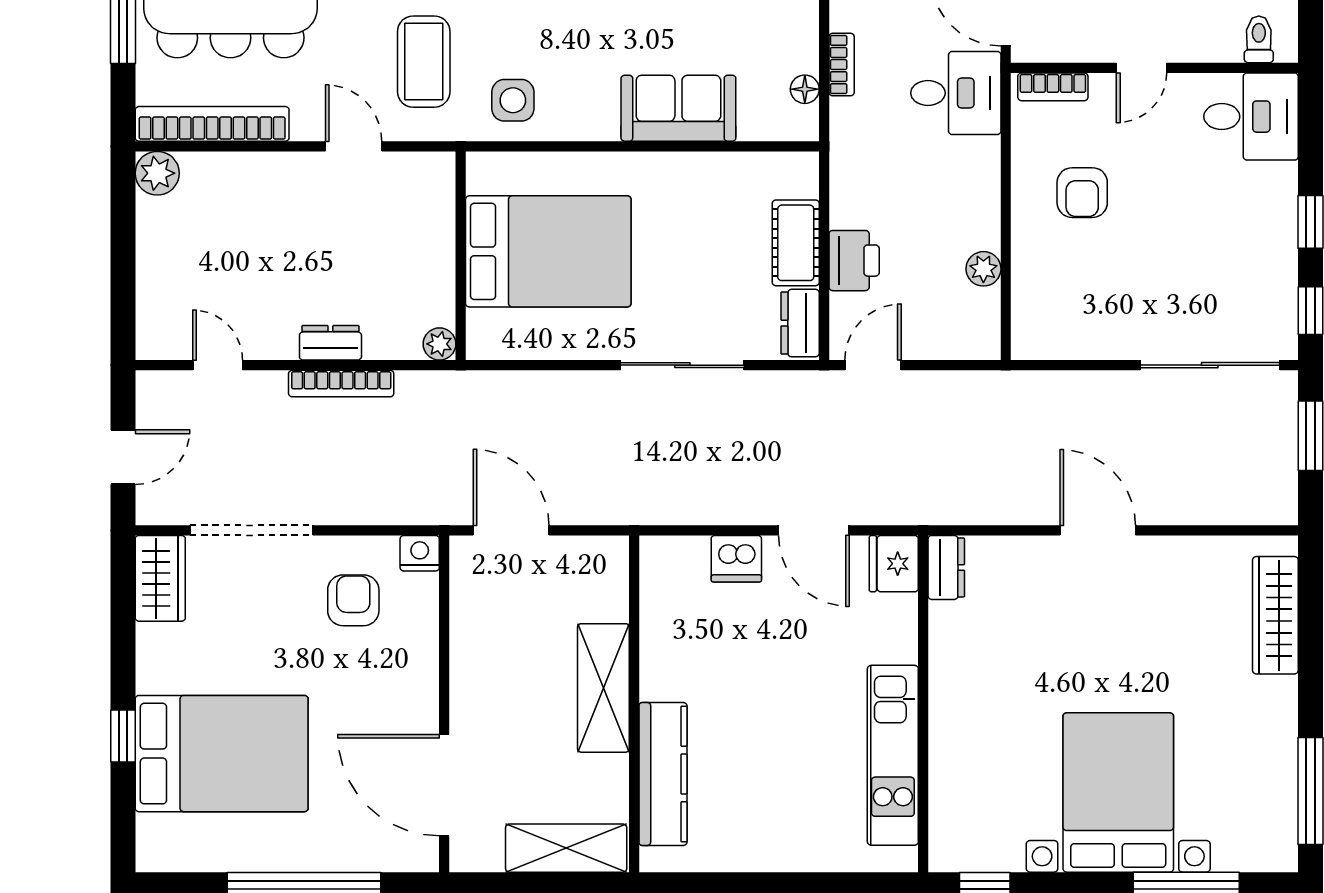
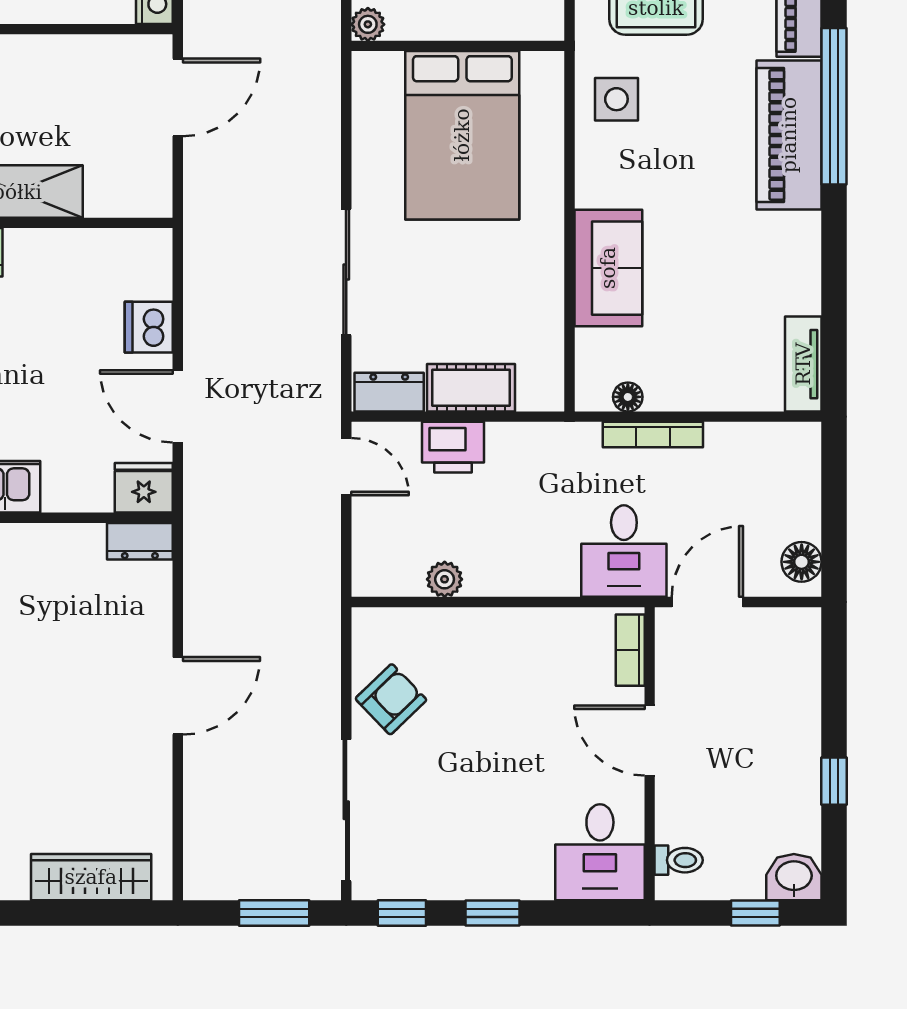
bookcase: (842, 65) -> (653, 435), width x1.56
door: (1142, 68) -> (650, 741), width x1.38
armchair: (1082, 193) -> (391, 699), moved, turned 136
door: (814, 530) -> (178, 406), hinge flipped

